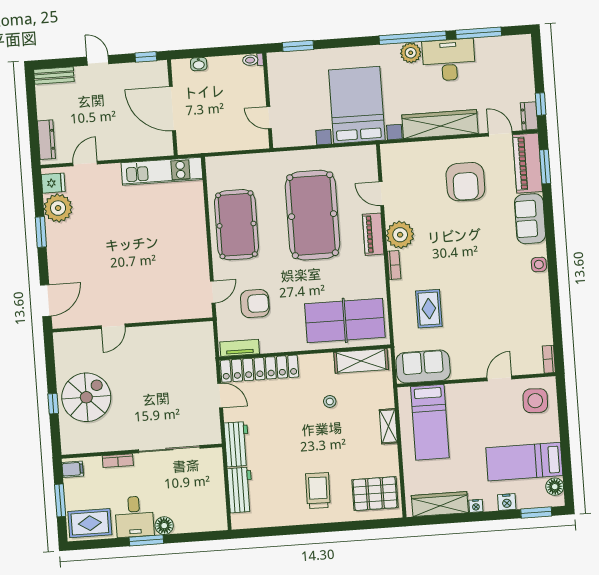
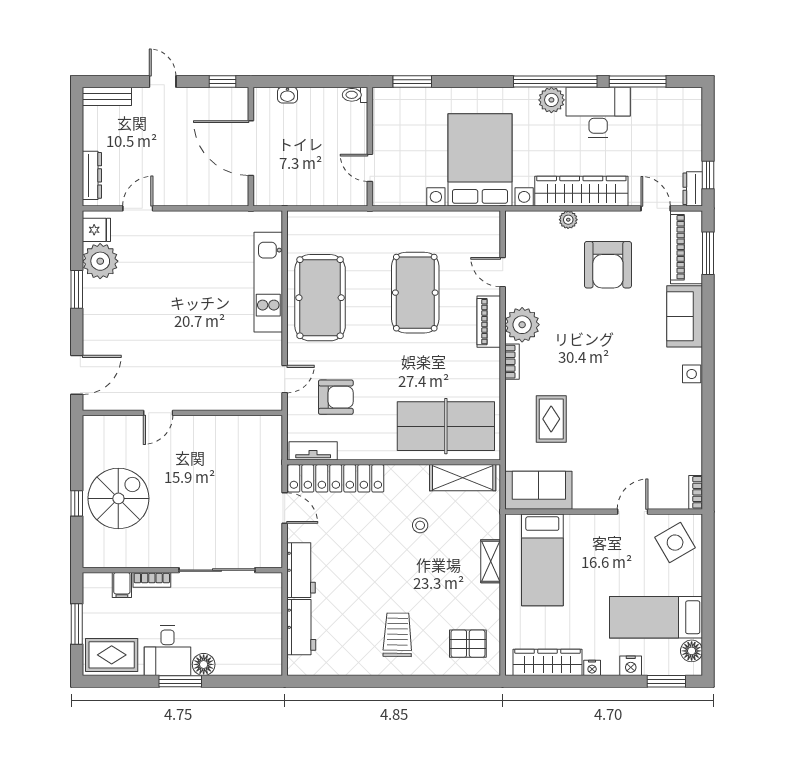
plant: (431, 148) -> (568, 220), added
kitchen unit: (162, 171) -> (268, 282), moved, turned 90
pool table: (313, 215) -> (415, 293), width x0.73, depth x0.76
side table: (535, 401) -> (675, 543), turned -32
filing cabinet: (73, 469) -> (122, 585), moved, turned 90
pallet: (375, 494) -> (468, 644), width x0.67, depth x0.71

